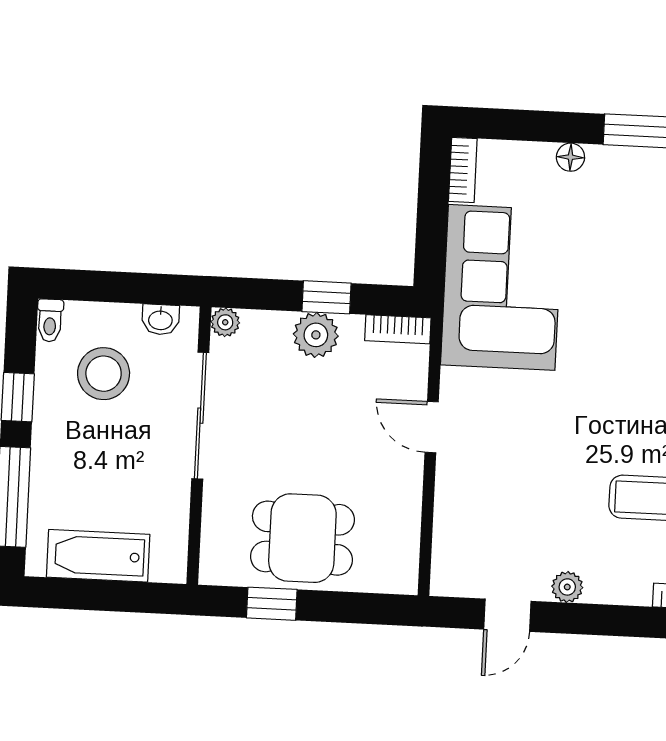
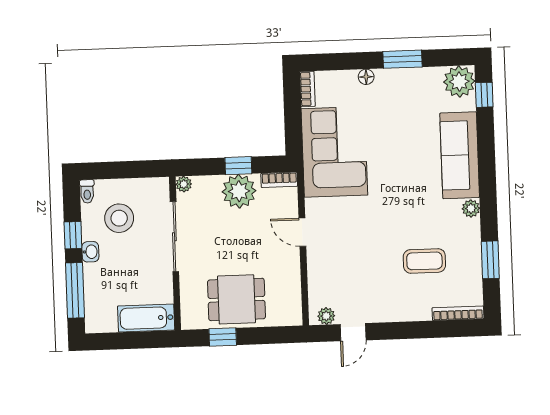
washbasin: (160, 320) -> (90, 252), moved, turned -90
plant: (316, 335) -> (239, 191), width x1.36, depth x1.36
bathtub: (98, 556) -> (146, 318), moved
plant: (567, 587) -> (326, 316), moved

